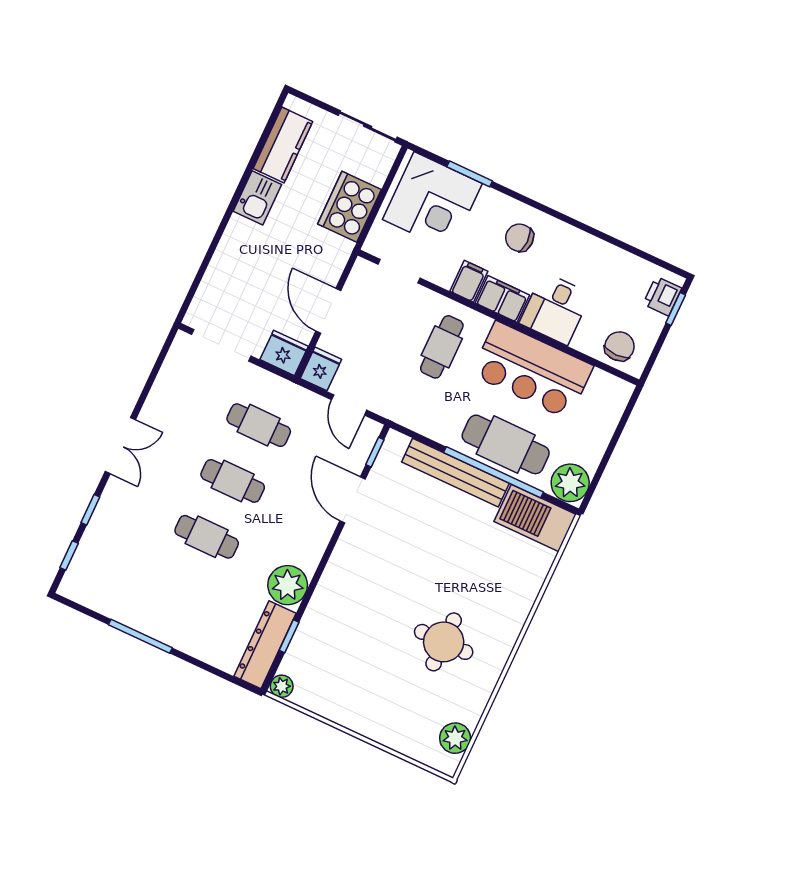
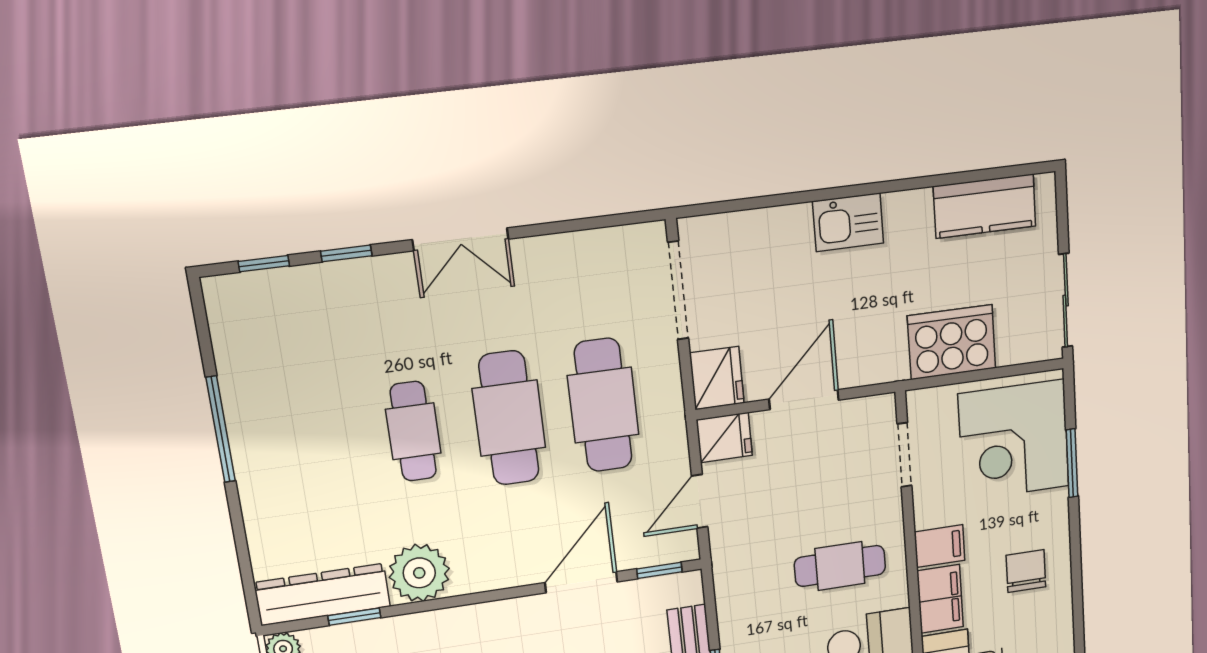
kitchen sink: (257, 198) -> (848, 222), moved
cafe table: (259, 425) -> (603, 405), width x1.37, depth x1.35
cafe table: (233, 481) -> (509, 418), width x1.37, depth x1.35

